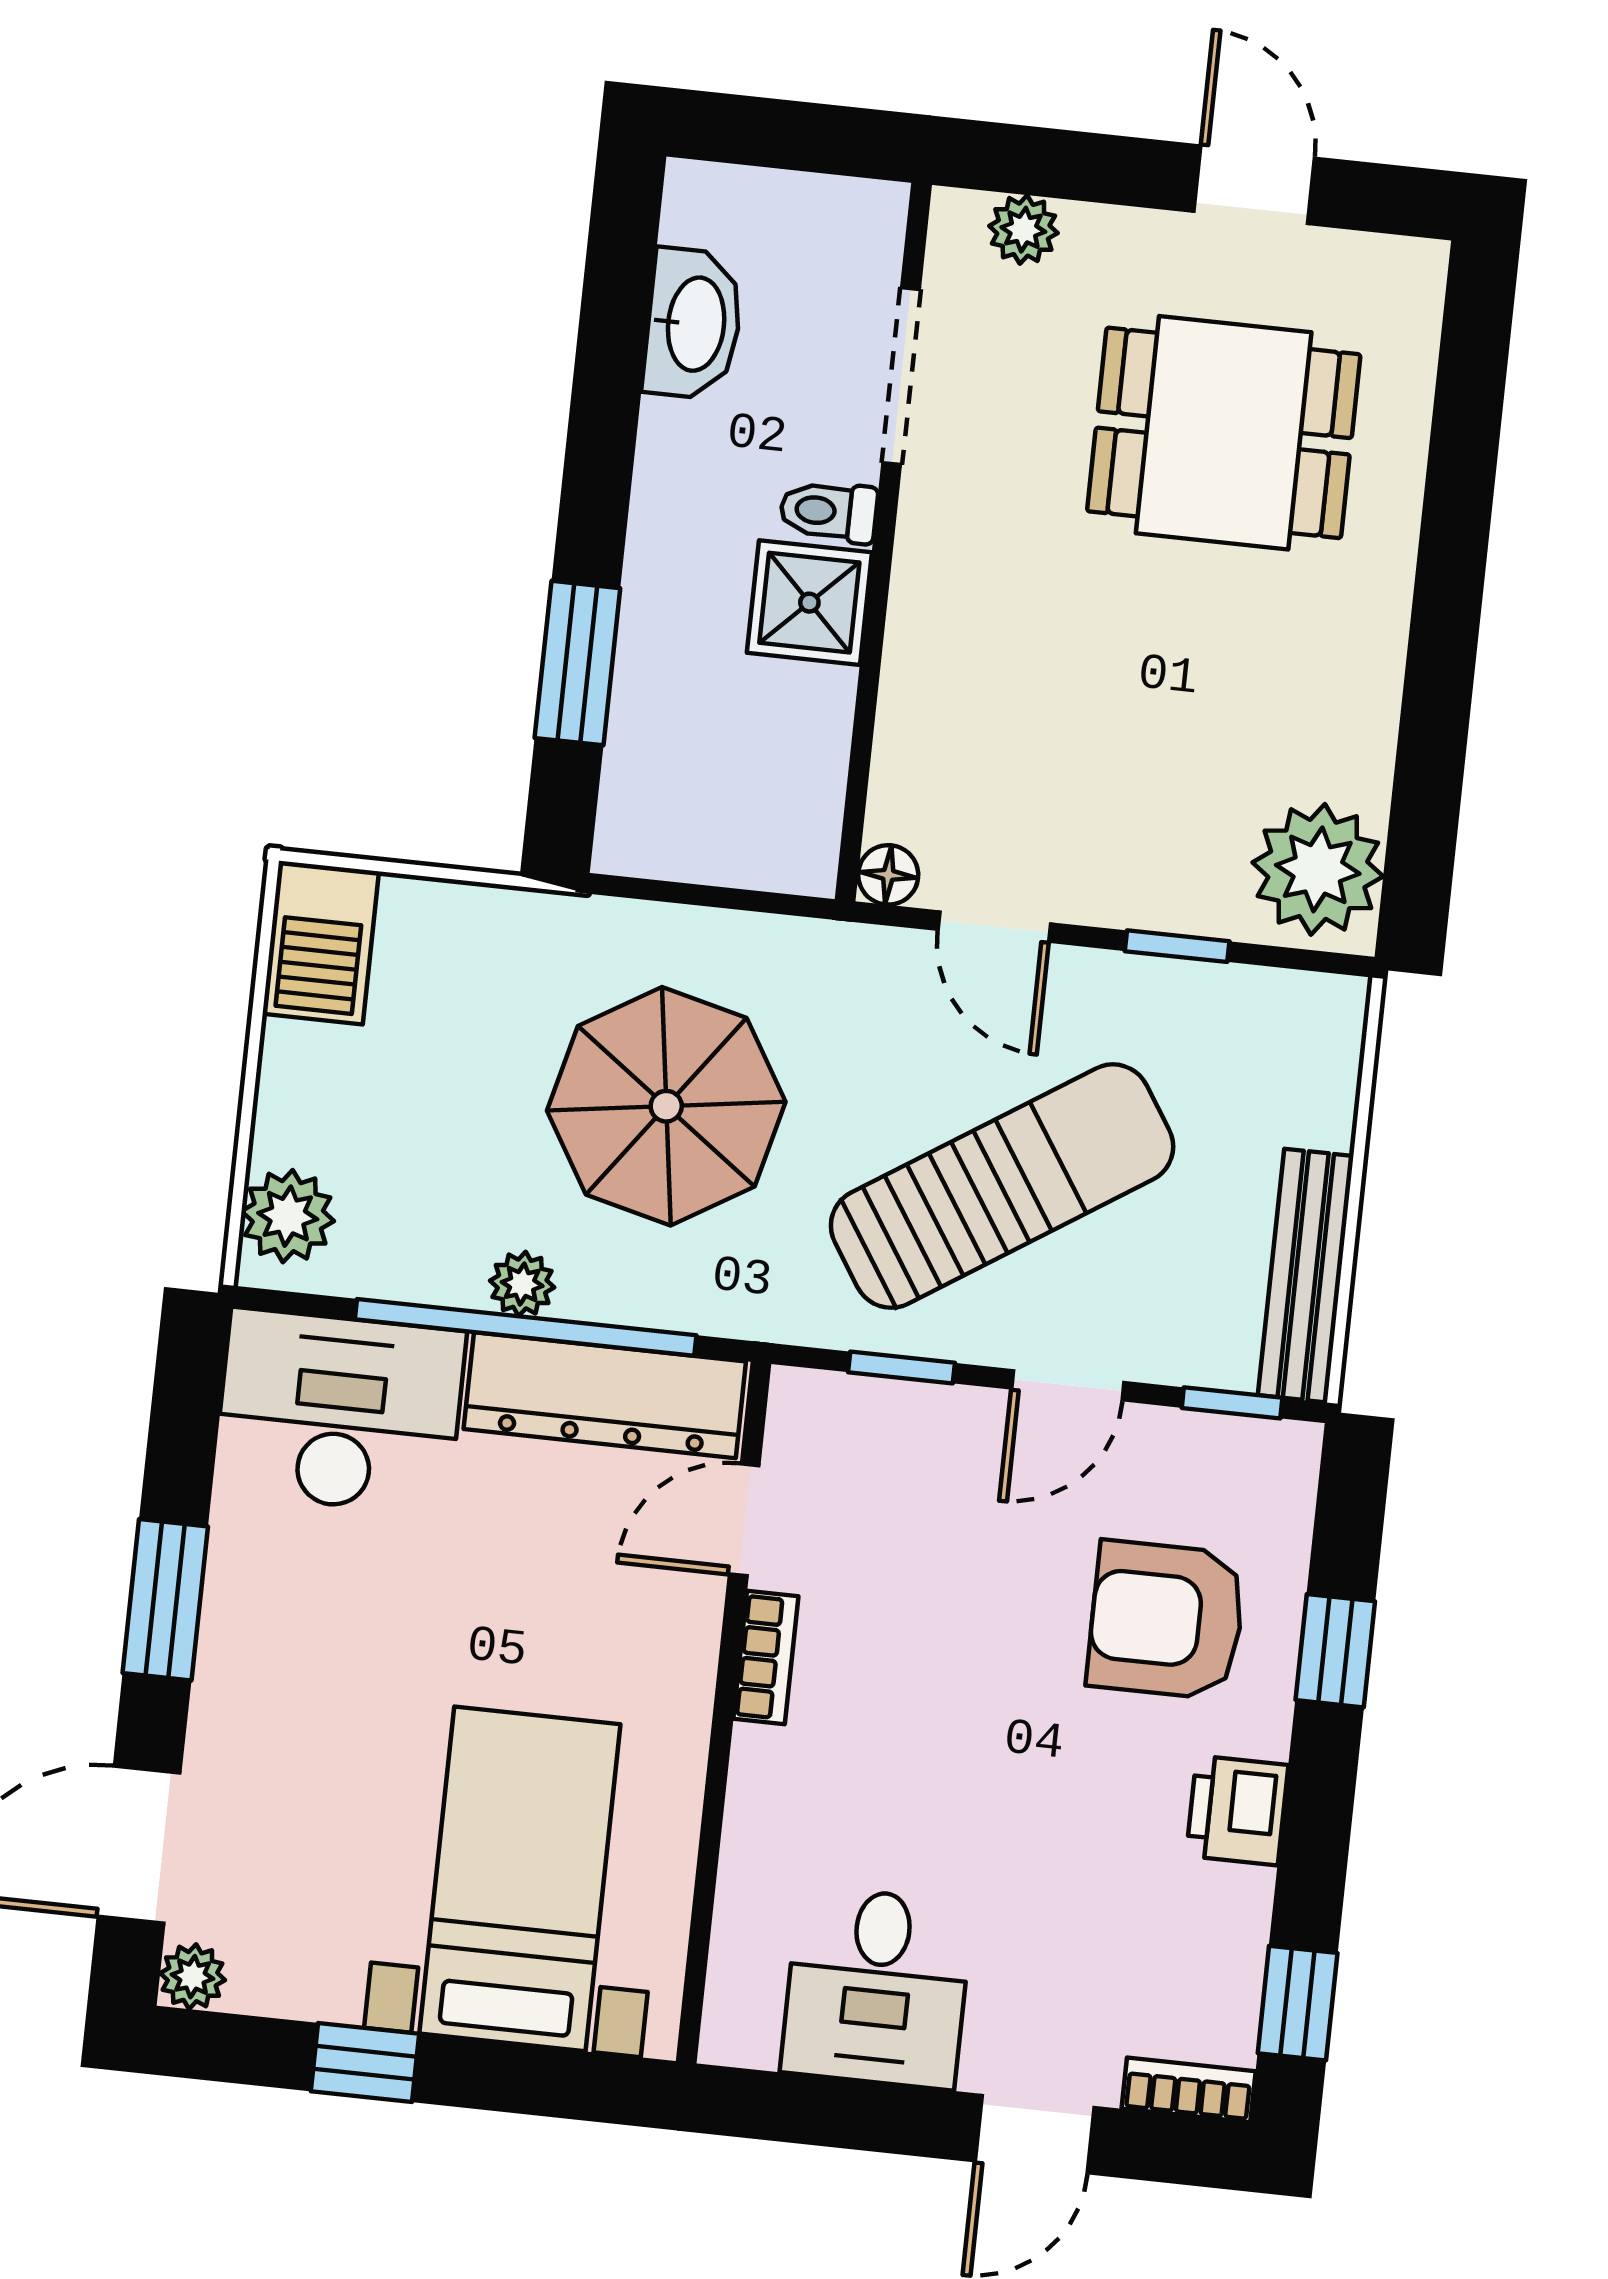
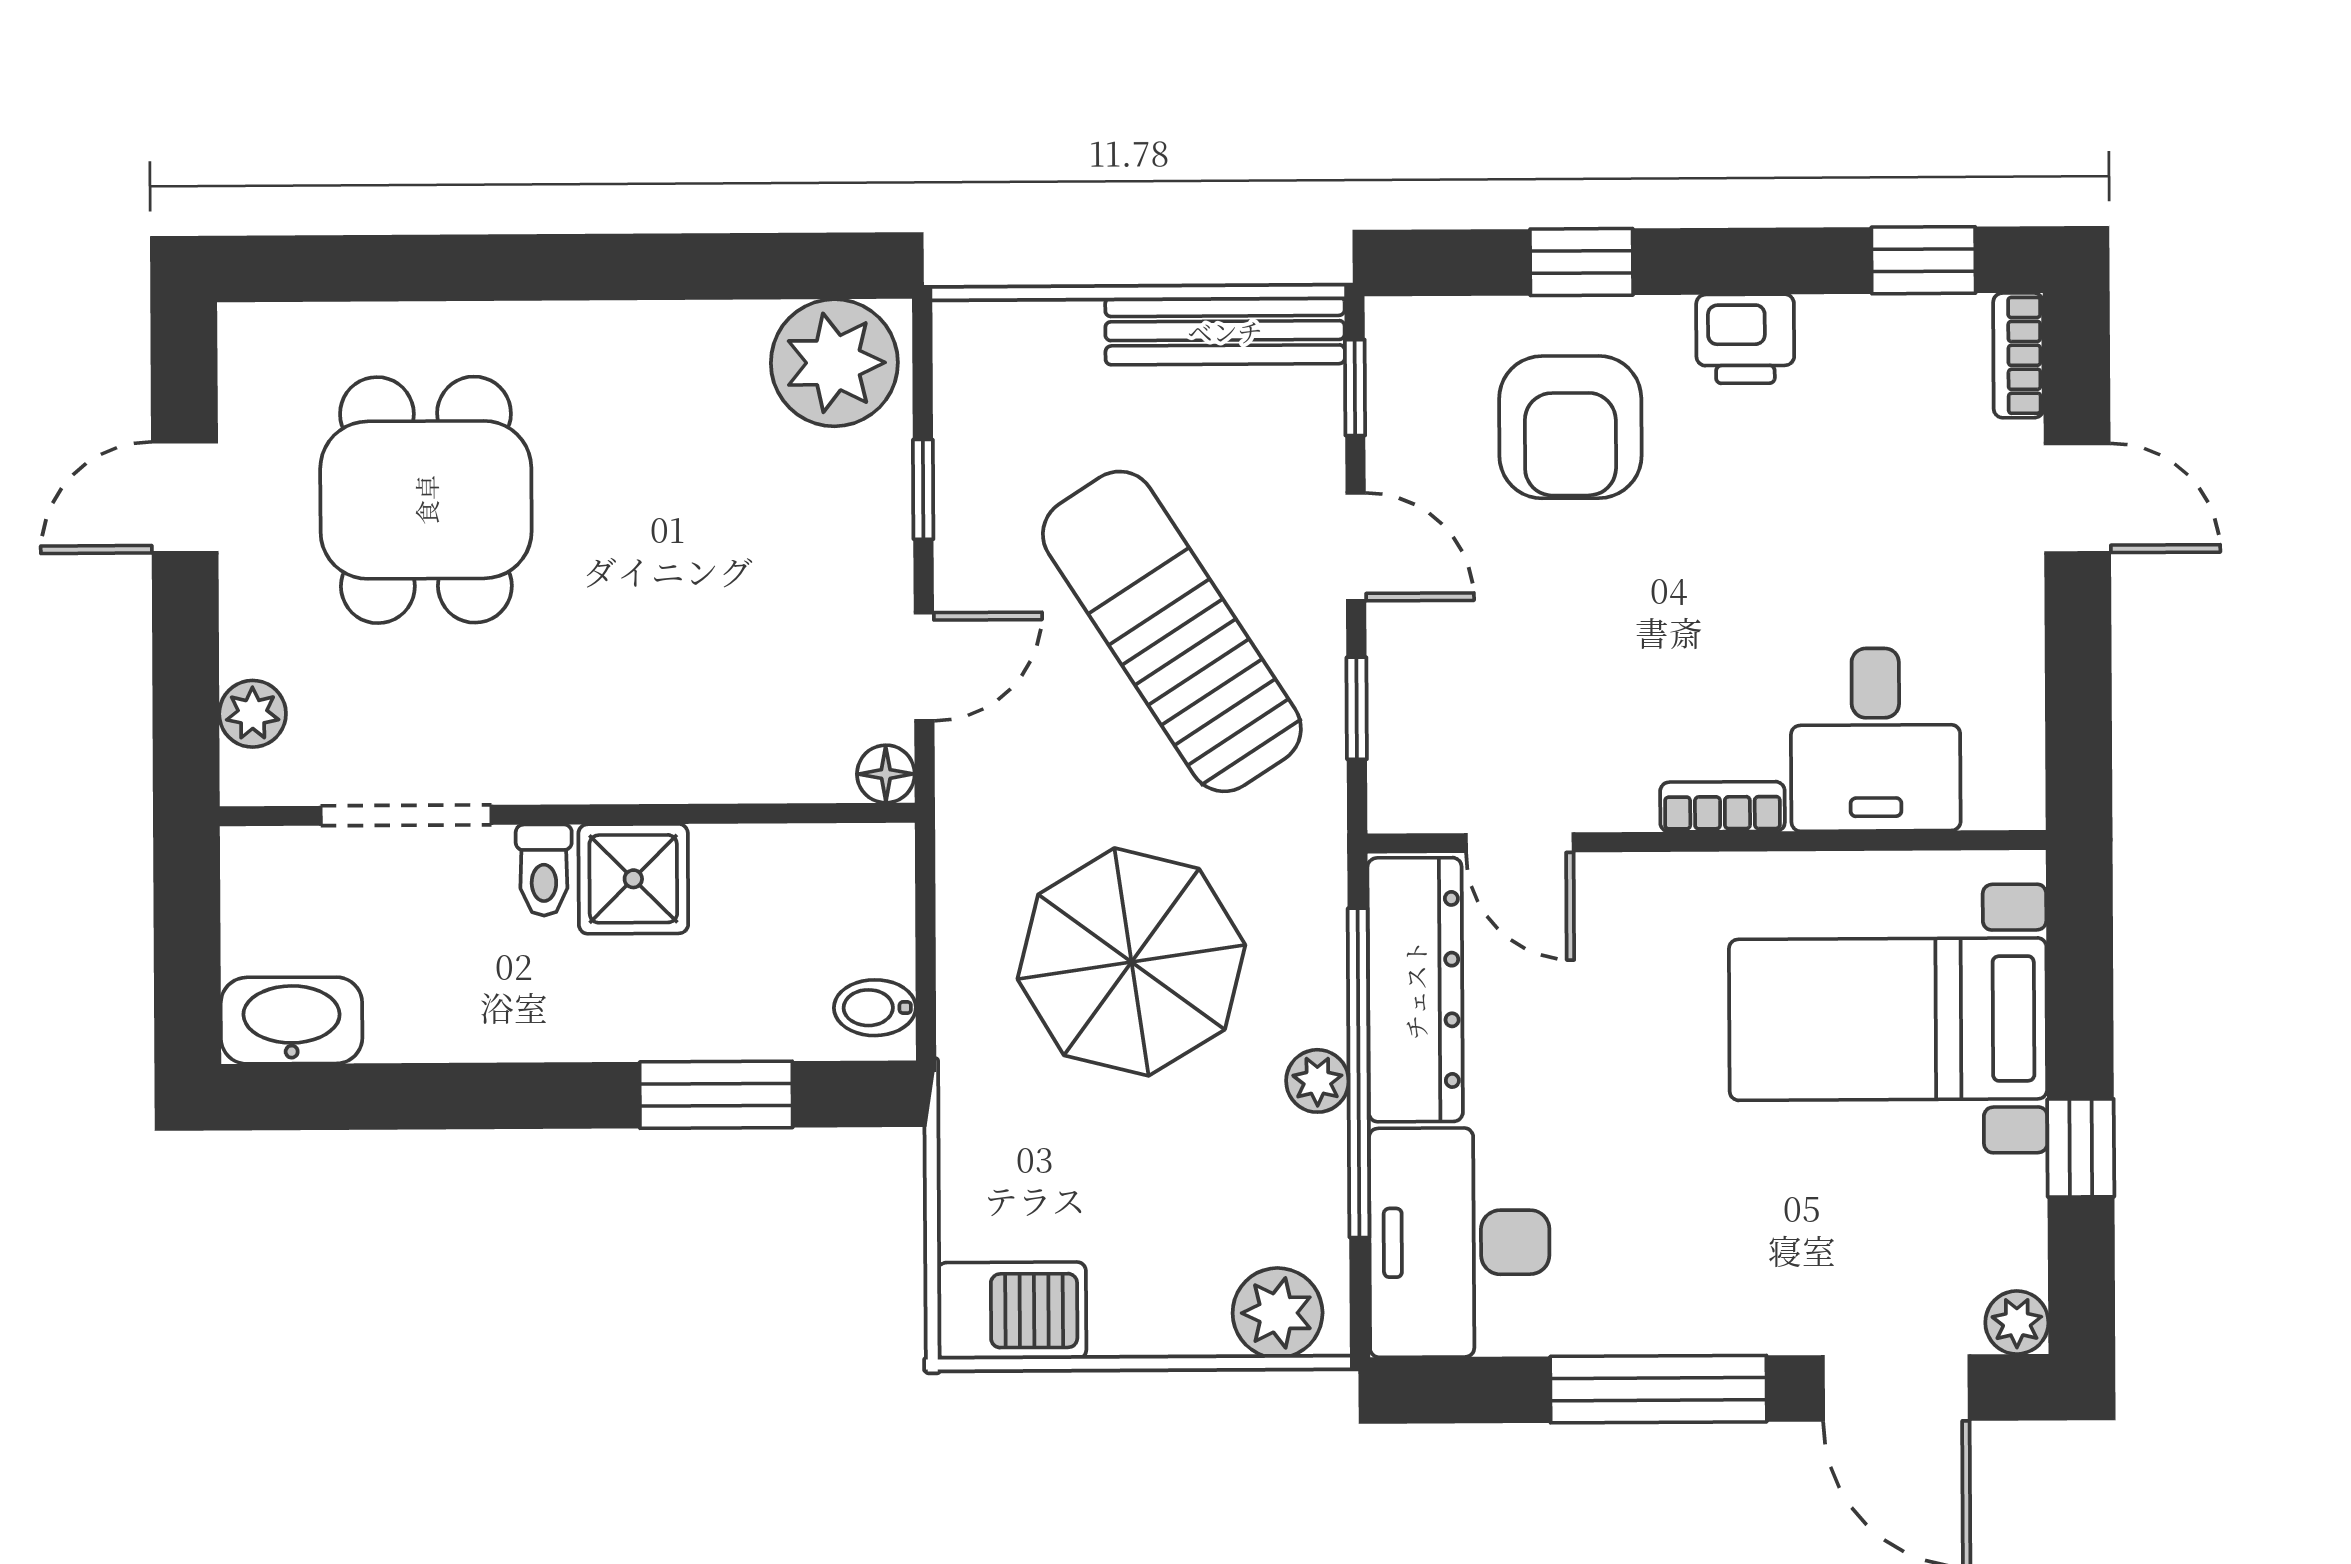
washbasin: (693, 324) -> (292, 1020), moved
bidet: (649, 837) -> (875, 1008), added
window: (165, 1600) -> (1658, 1389), width x1.44
bookcase: (766, 1657) -> (1722, 807), moved
desk: (877, 1987) -> (1876, 740), moved, turned 90

